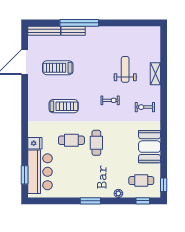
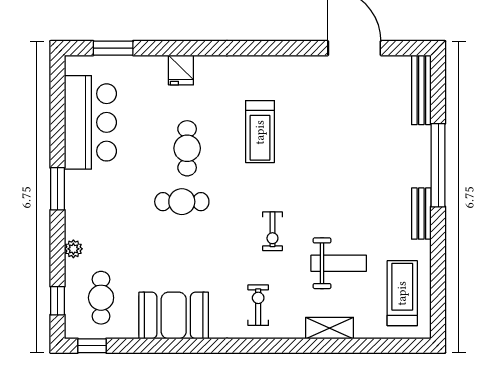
bench: (73, 31) -> (421, 214), moved
treadmill: (58, 68) -> (402, 293), moved
bar counter: (40, 172) -> (90, 122), moved, turned -90

